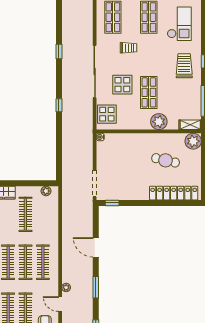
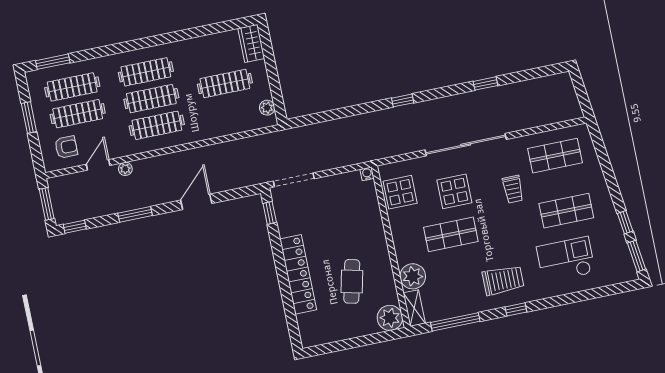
checkout: (179, 24) -> (566, 260), turned 180
display table: (107, 114) -> (400, 192), moved
plant: (159, 122) -> (413, 276), moved
locker: (174, 193) -> (298, 274), moved

